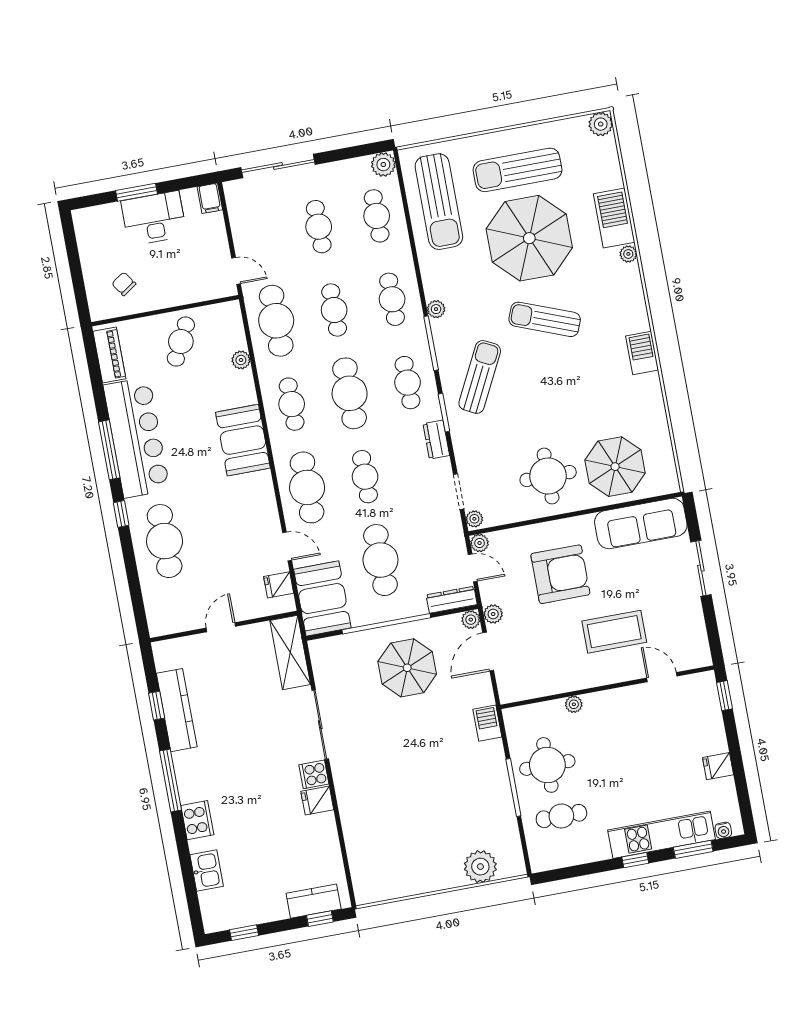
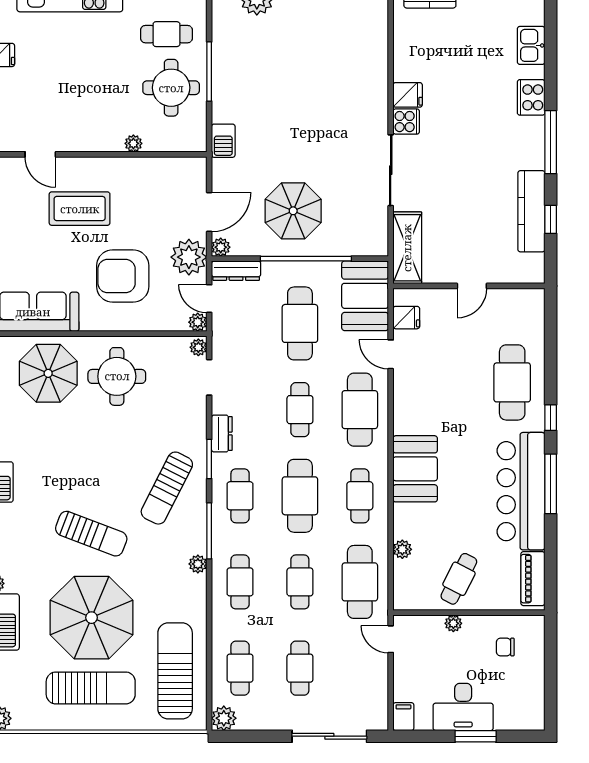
chair: (124, 284) -> (505, 647), turned 124
plant: (178, 297) -> (453, 623), added
plant: (493, 614) -> (189, 257), width x1.88, depth x1.88

